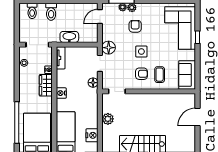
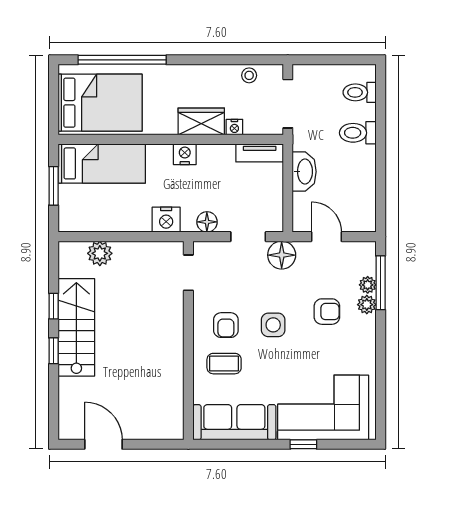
door: (100, 16) -> (326, 237), moved
sofa: (187, 75) -> (234, 422), width x1.36
door: (197, 117) -> (103, 444), moved
plant: (108, 119) -> (100, 253), moved
nightstand: (92, 135) -> (166, 220), moved

